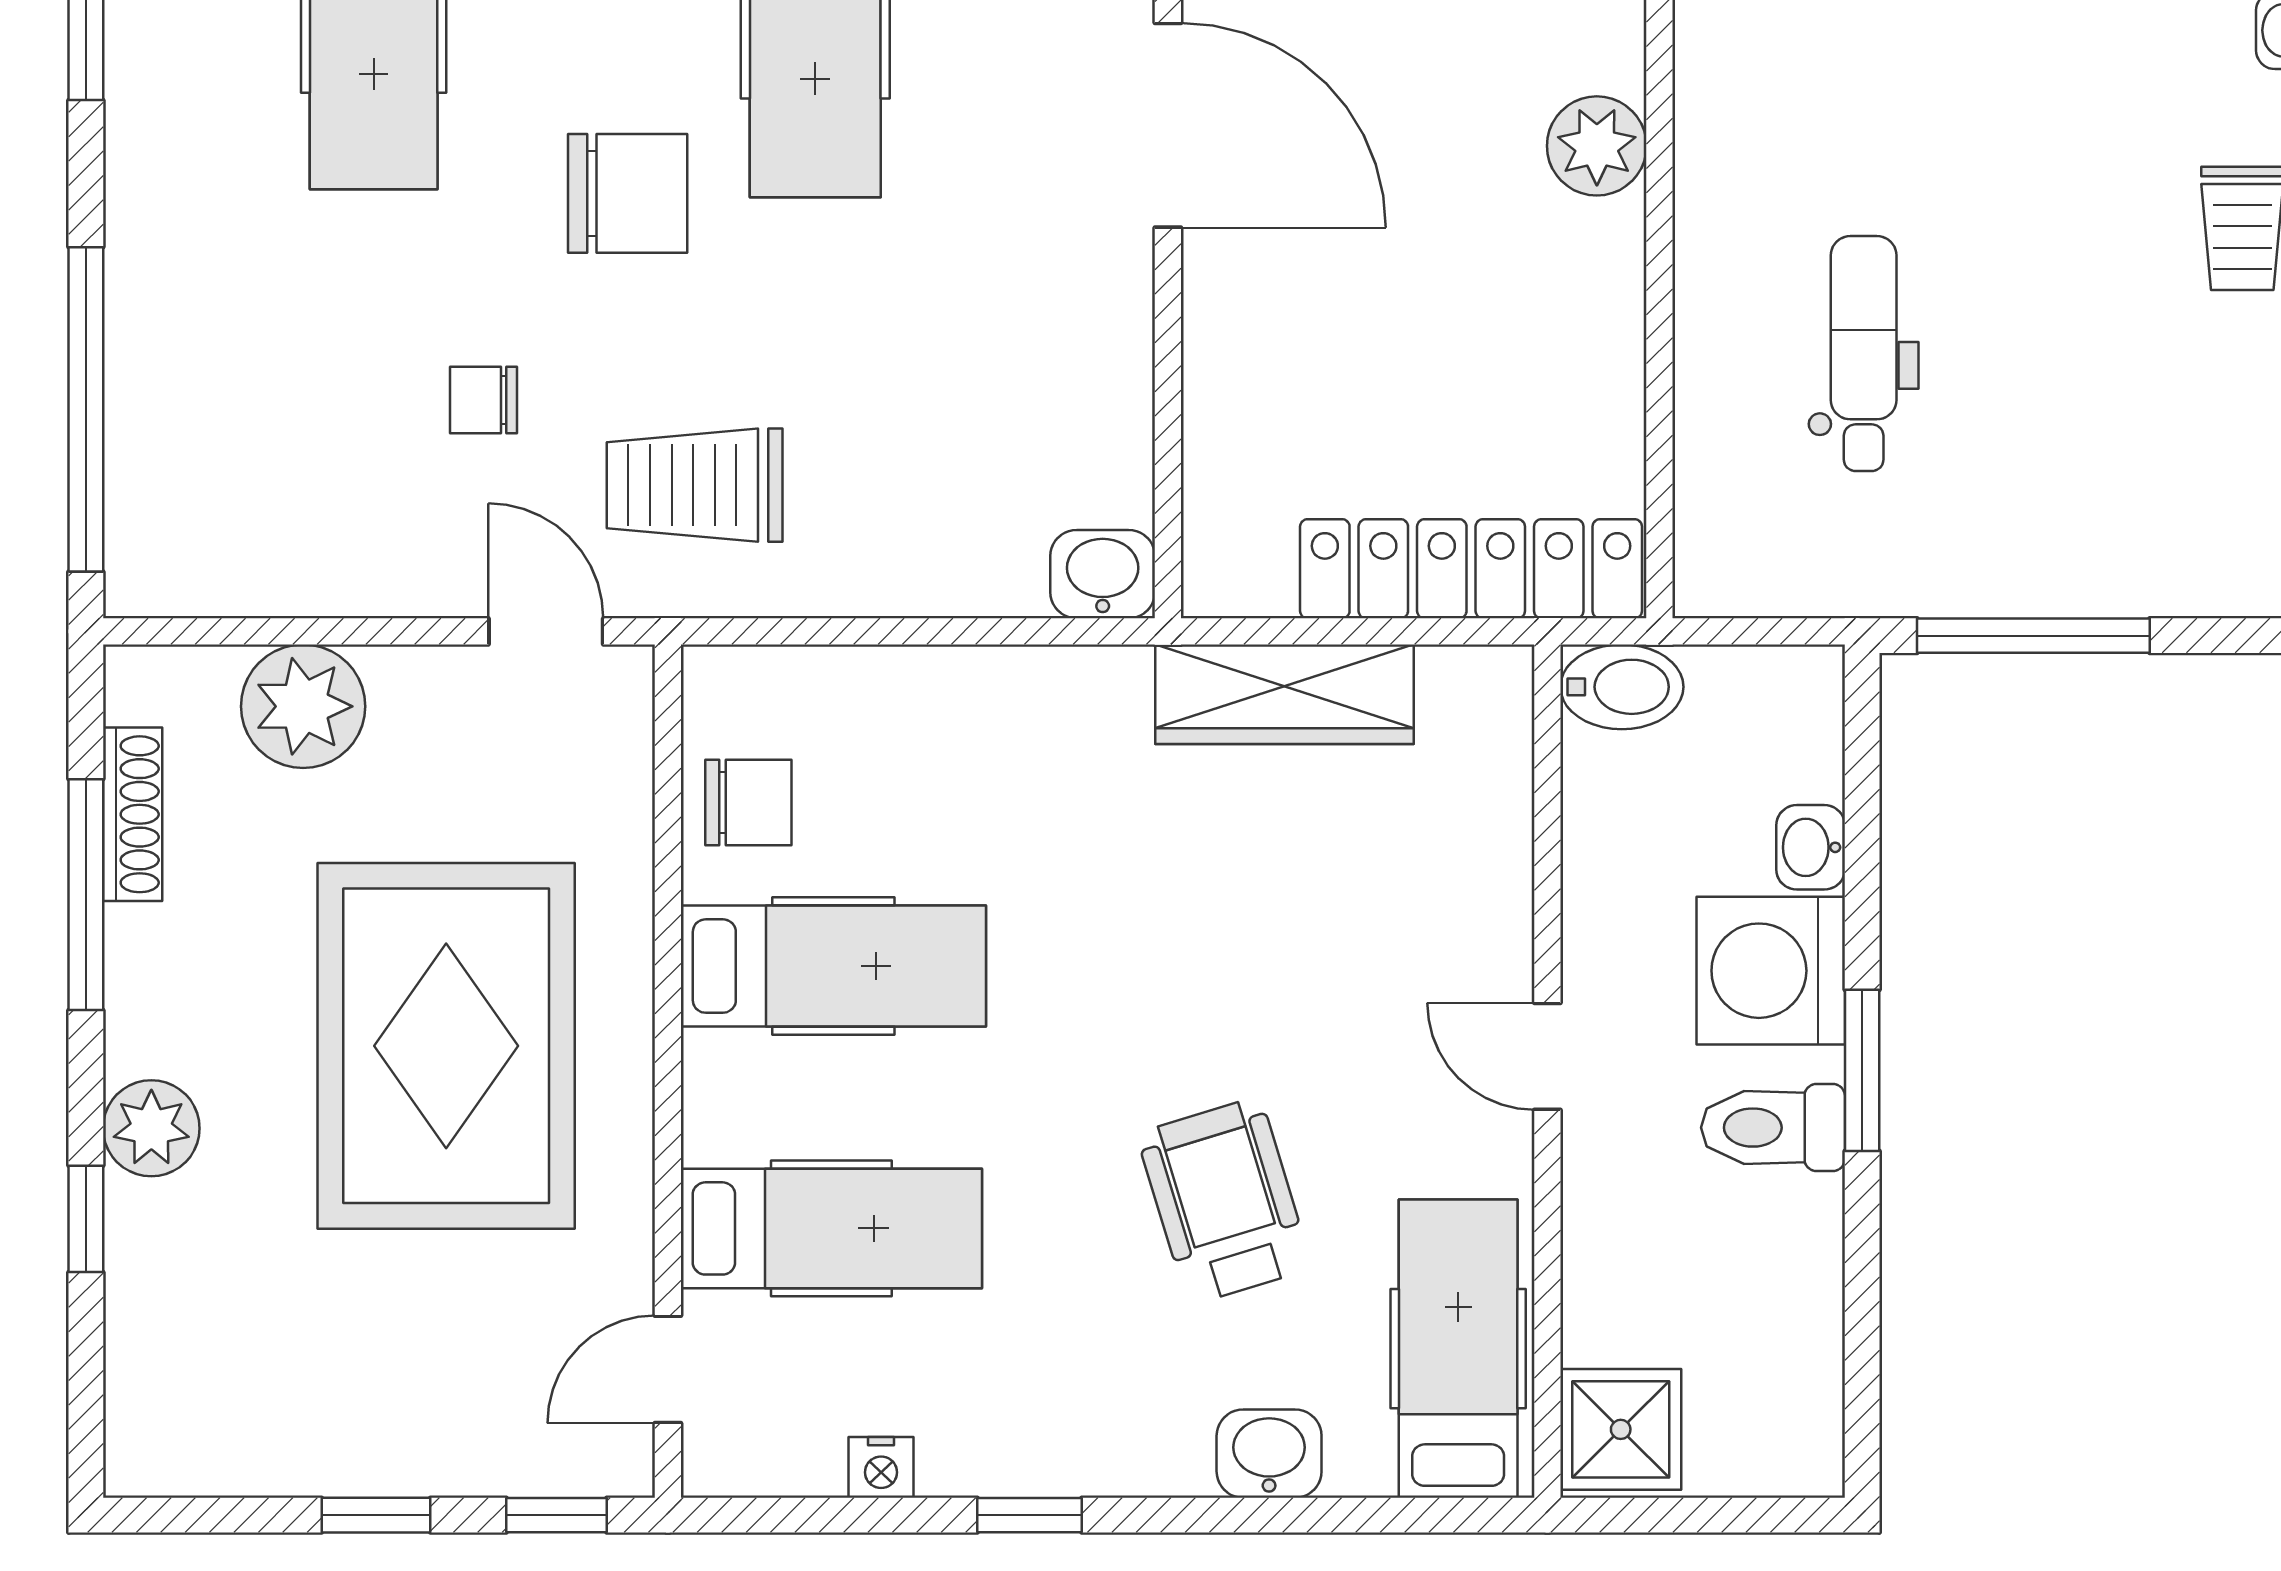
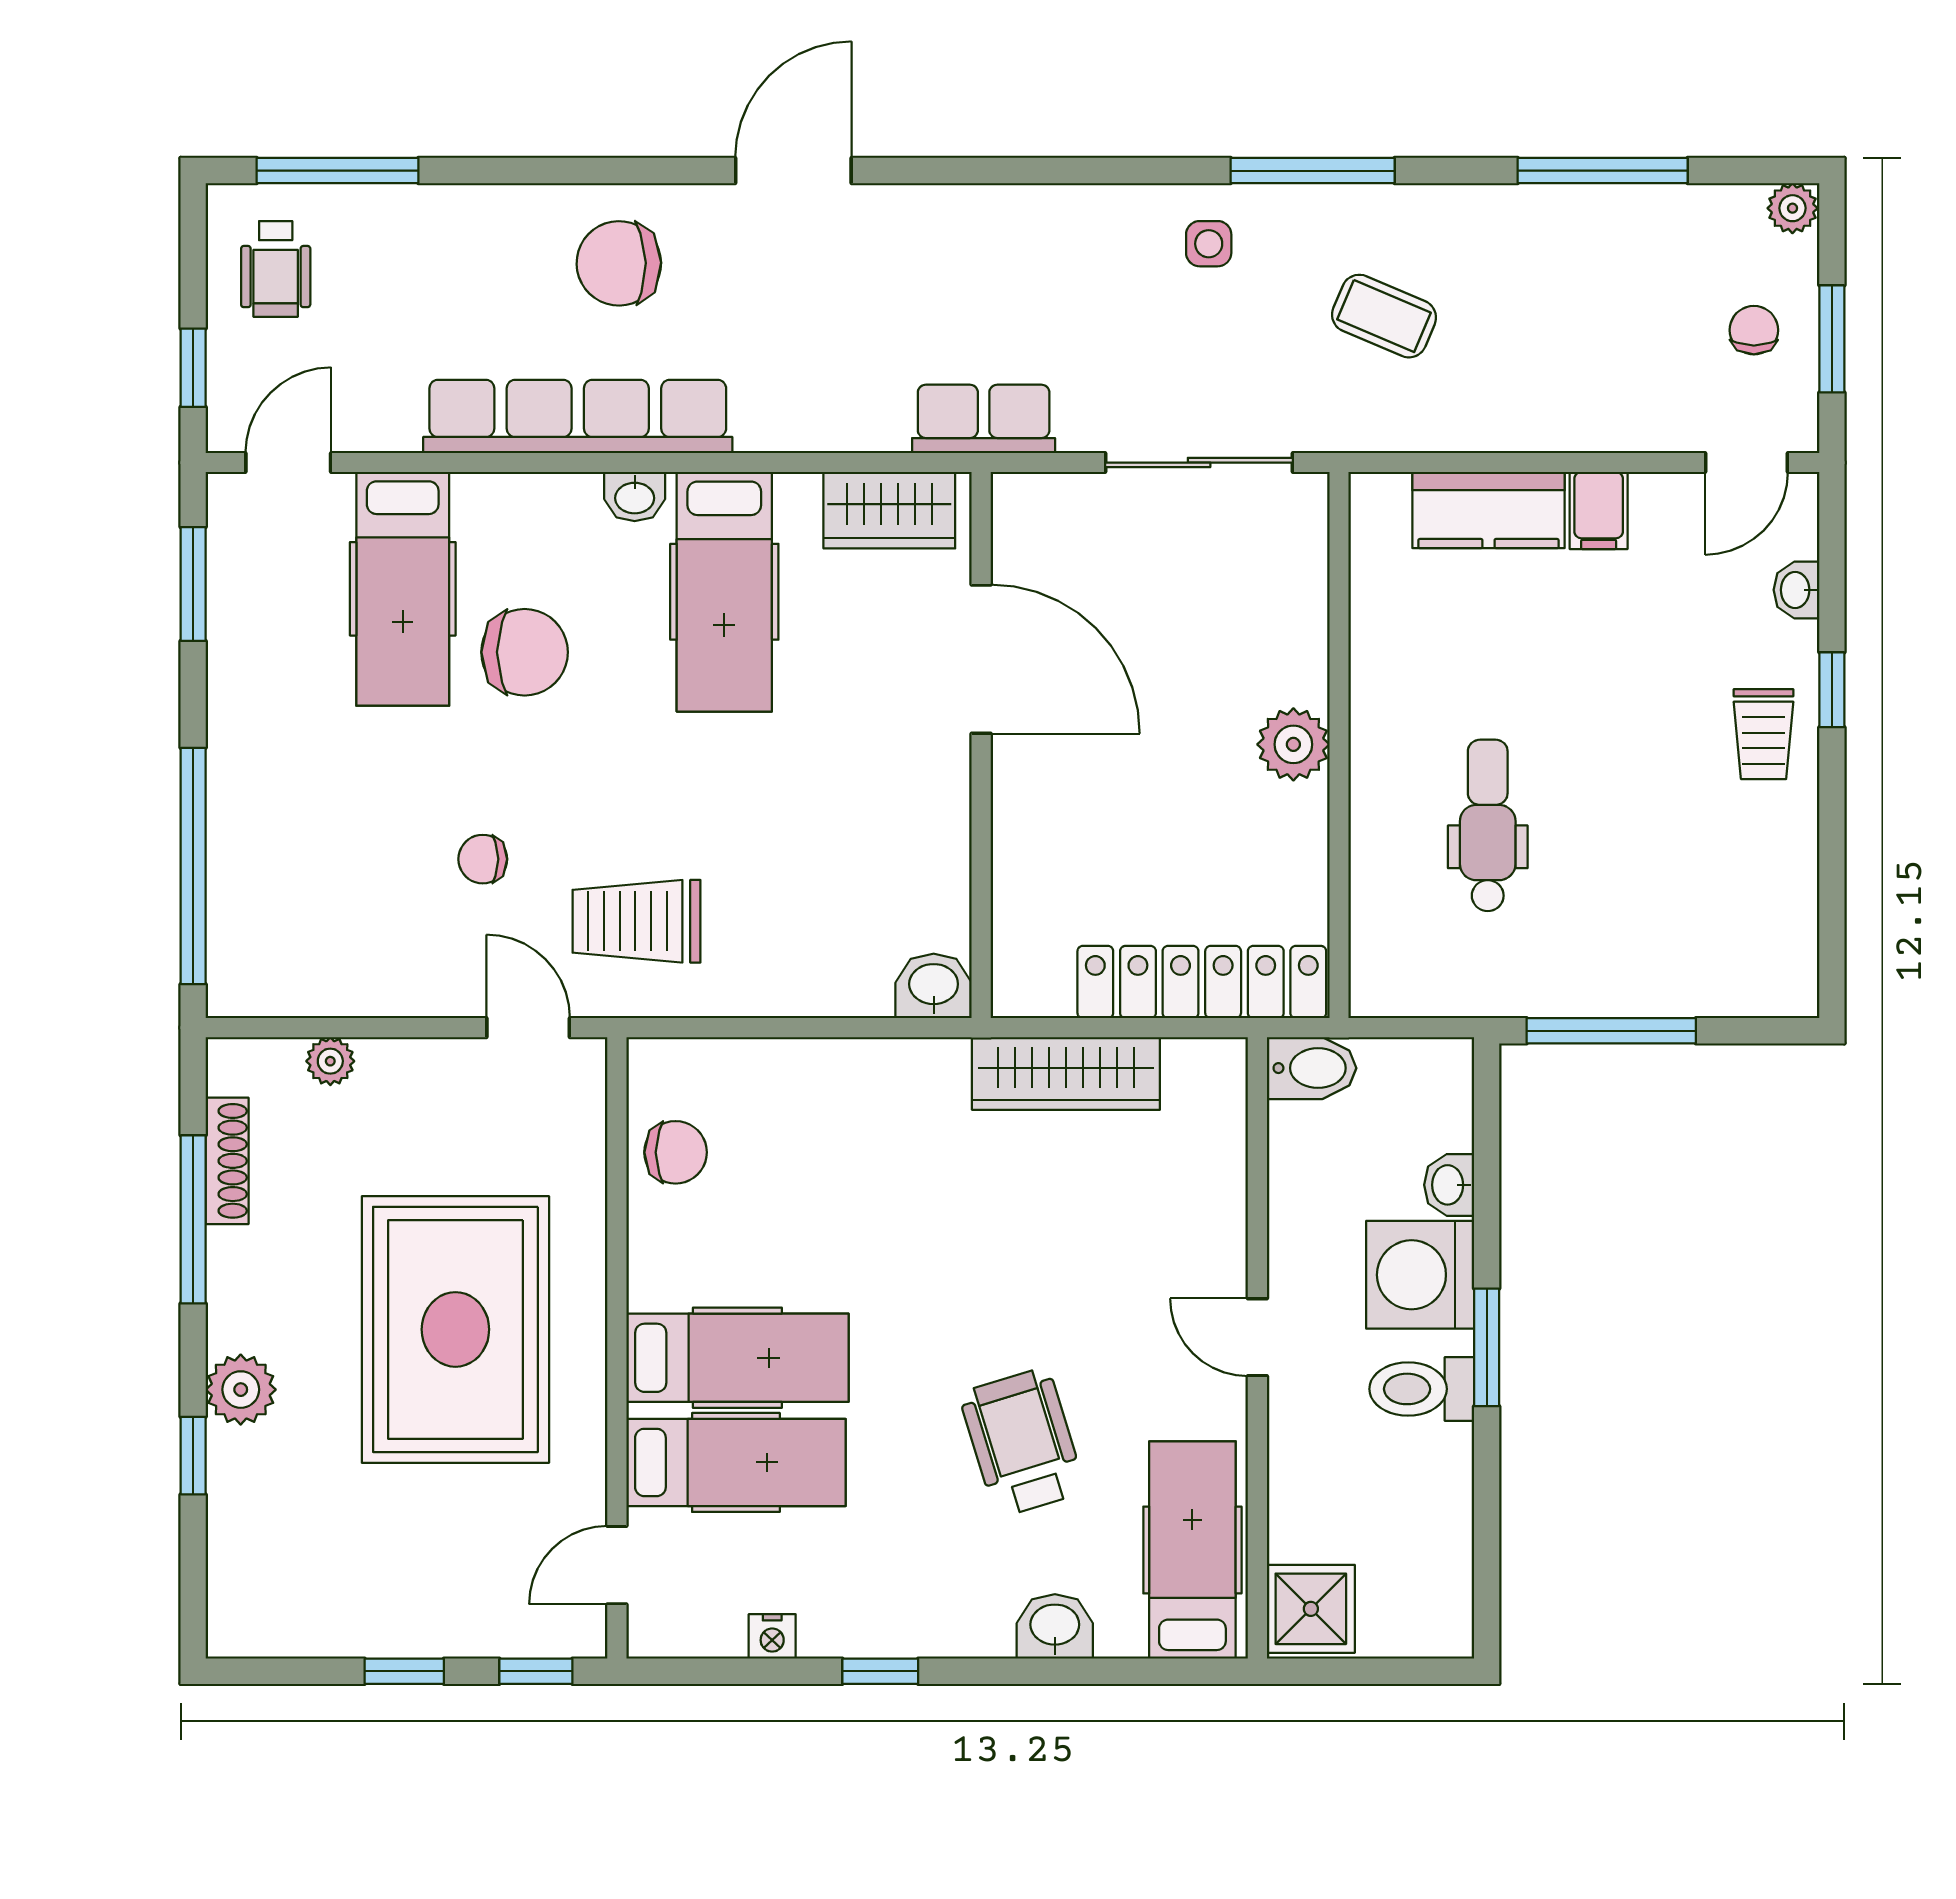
plant: (1597, 146) -> (1293, 744), moved
chair: (628, 193) -> (525, 652), moved
plant: (303, 706) -> (330, 1061), width x0.53, depth x0.53
hospital bed: (833, 966) -> (737, 1358), moved

